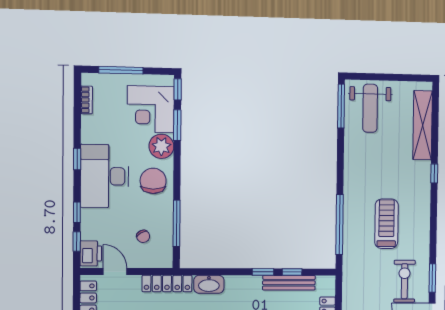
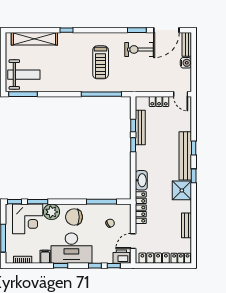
filing cabinet: (91, 135) -> (45, 257), added
treadmill: (386, 224) -> (101, 62), turned -90

